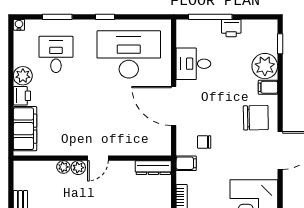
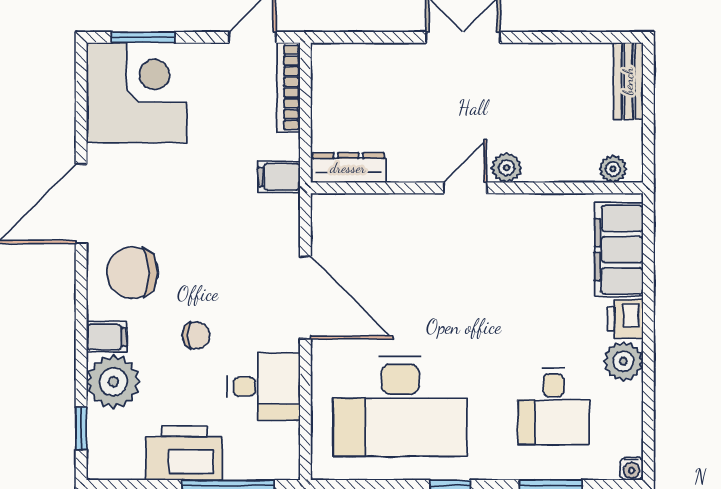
printer: (231, 28) -> (184, 453), width x1.87, depth x1.48
chair: (204, 142) -> (196, 335), moved
plant: (63, 167) -> (613, 169), moved

